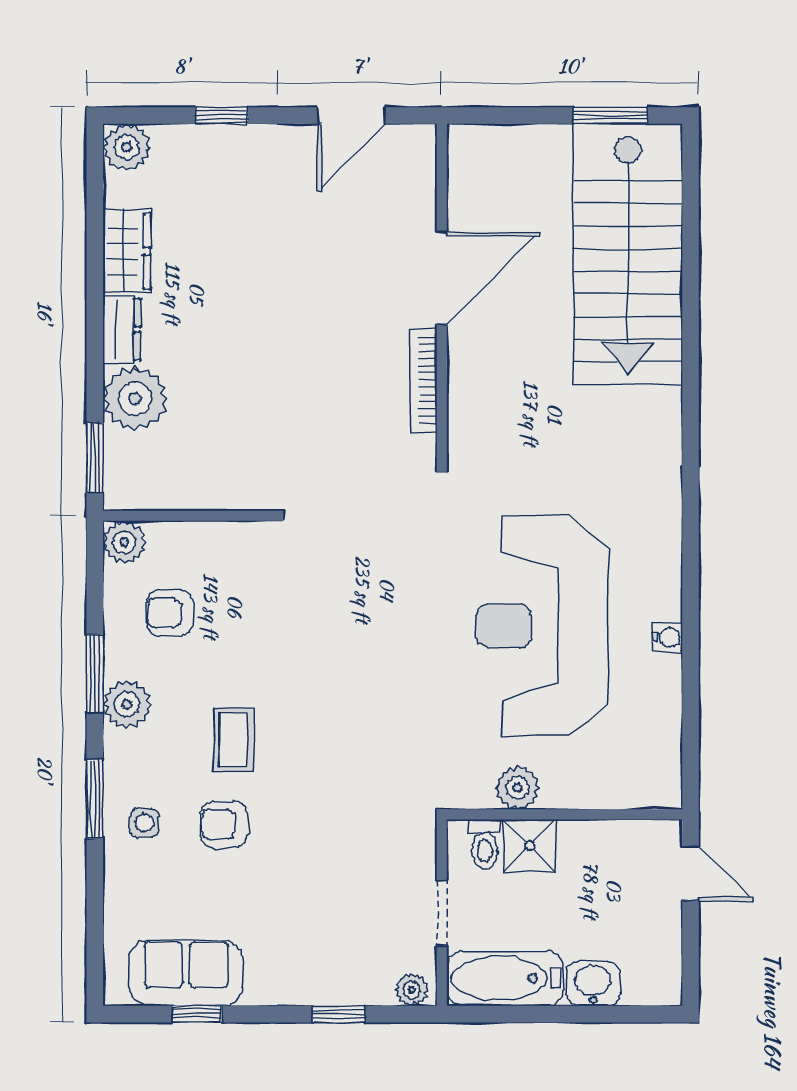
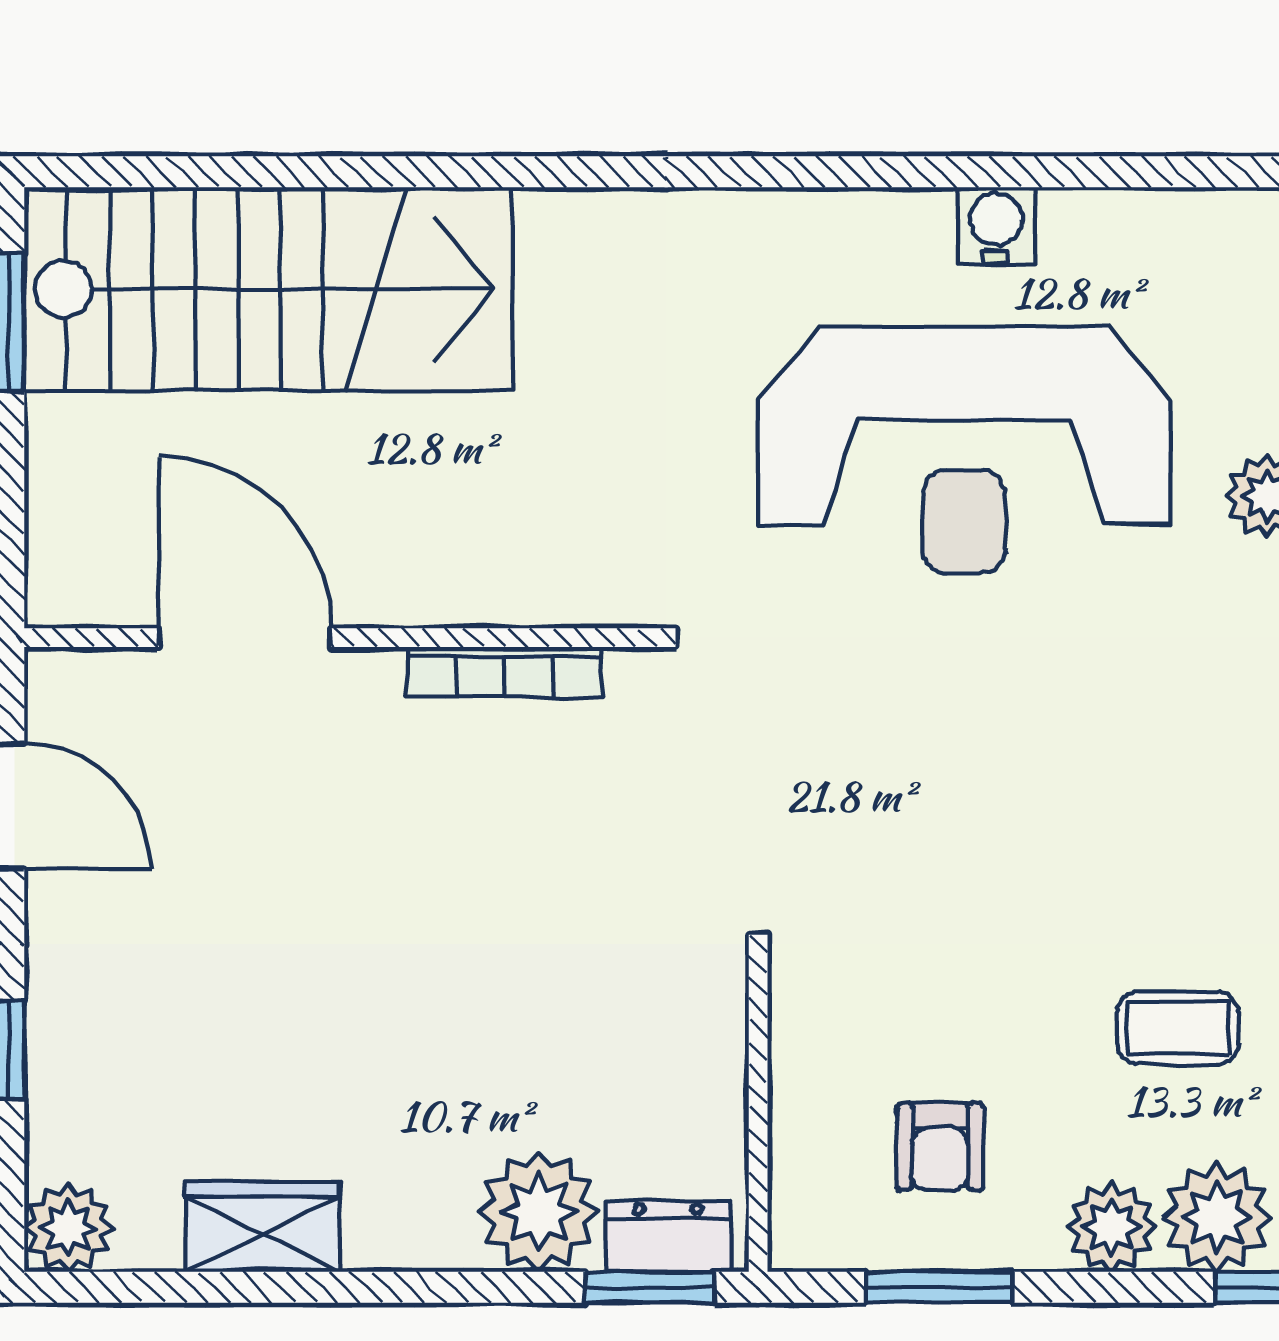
door: (442, 278) -> (245, 638), moved
dresser: (122, 329) -> (668, 1237), moved
plant: (124, 542) -> (1217, 1217), moved, width x1.36, depth x1.36
water cooler: (668, 637) -> (996, 225), width x1.38, depth x1.38
window: (95, 674) -> (939, 1287), moved

